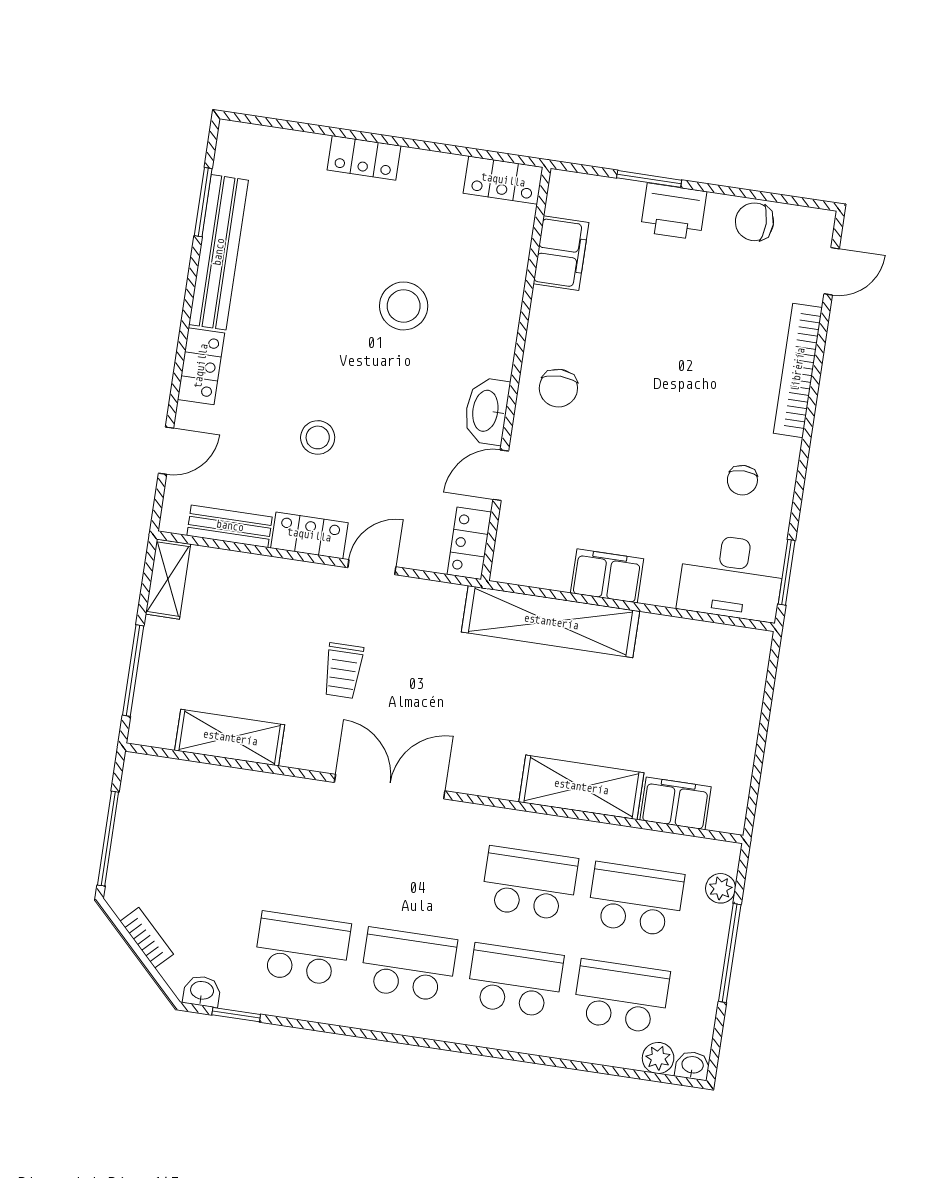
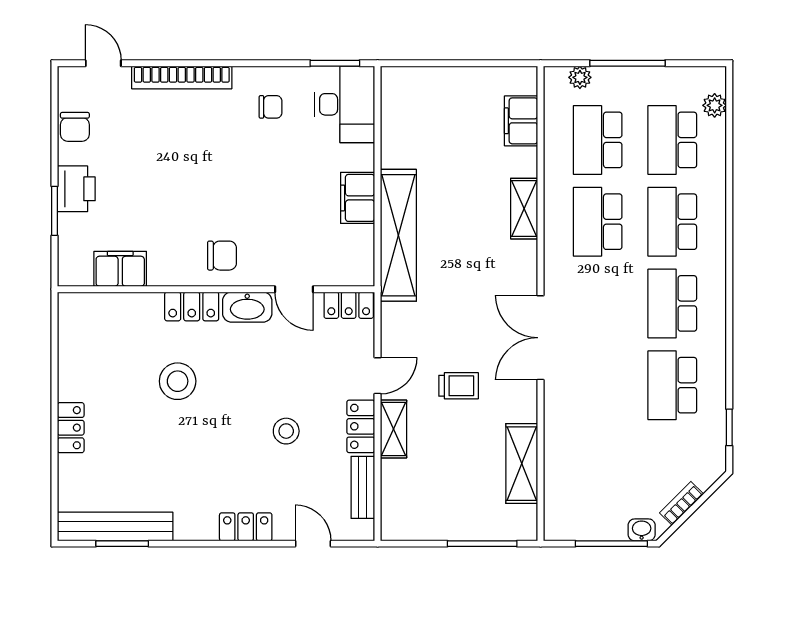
locker: (503, 180) -> (192, 306), moved, turned 90
bench: (219, 252) -> (115, 526), moved
door: (372, 567) -> (378, 376), swing flipped
shelving: (168, 579) -> (394, 429), moved, turned 90
shelving: (581, 787) -> (524, 209), width x0.67, depth x0.75
washbasin: (202, 991) -> (642, 530), moved, turned 90
washbasin: (692, 1066) -> (716, 79), removed

